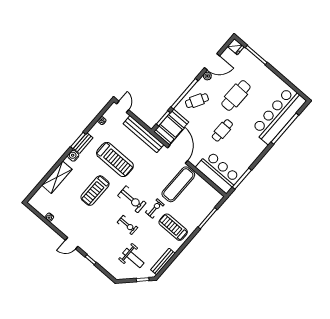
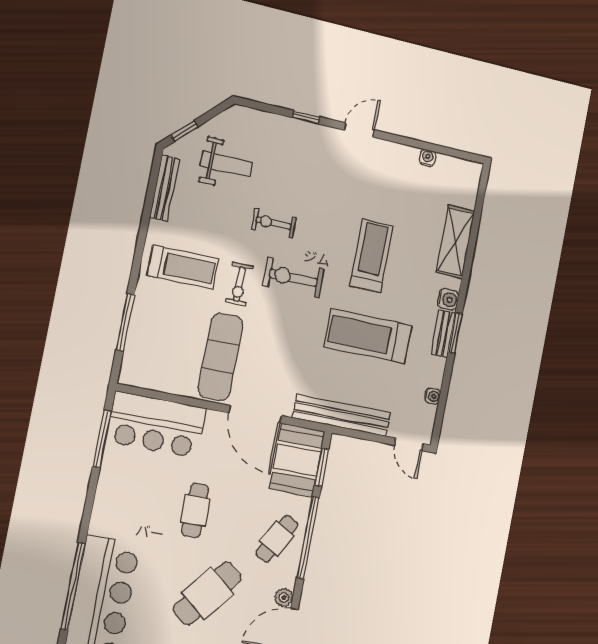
cafe table: (236, 95) -> (207, 593), turned 38
weight bench: (133, 258) -> (226, 164), turned 180

